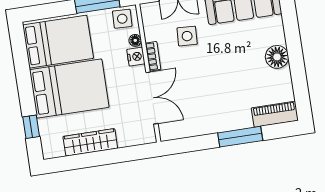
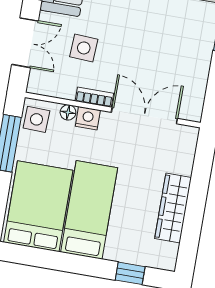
bed: (69, 89) -> (89, 210), width x0.67

